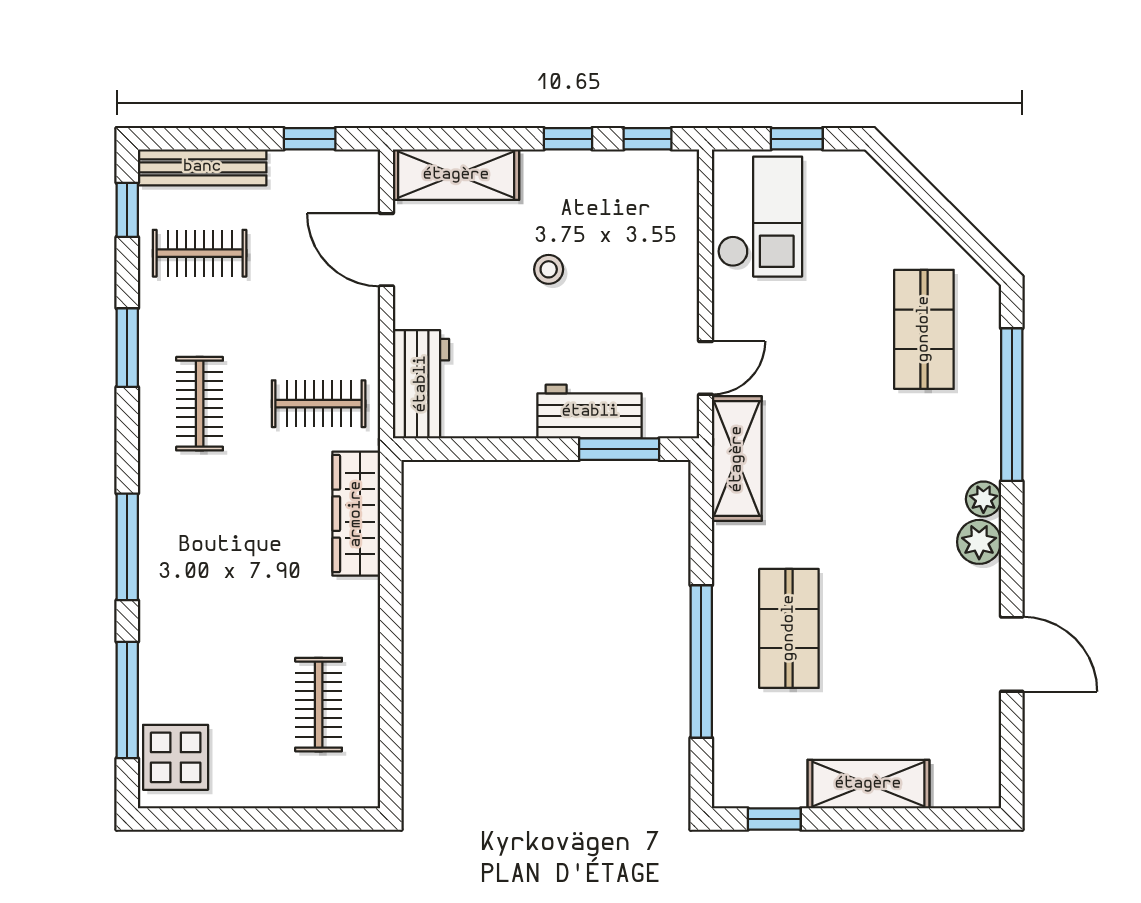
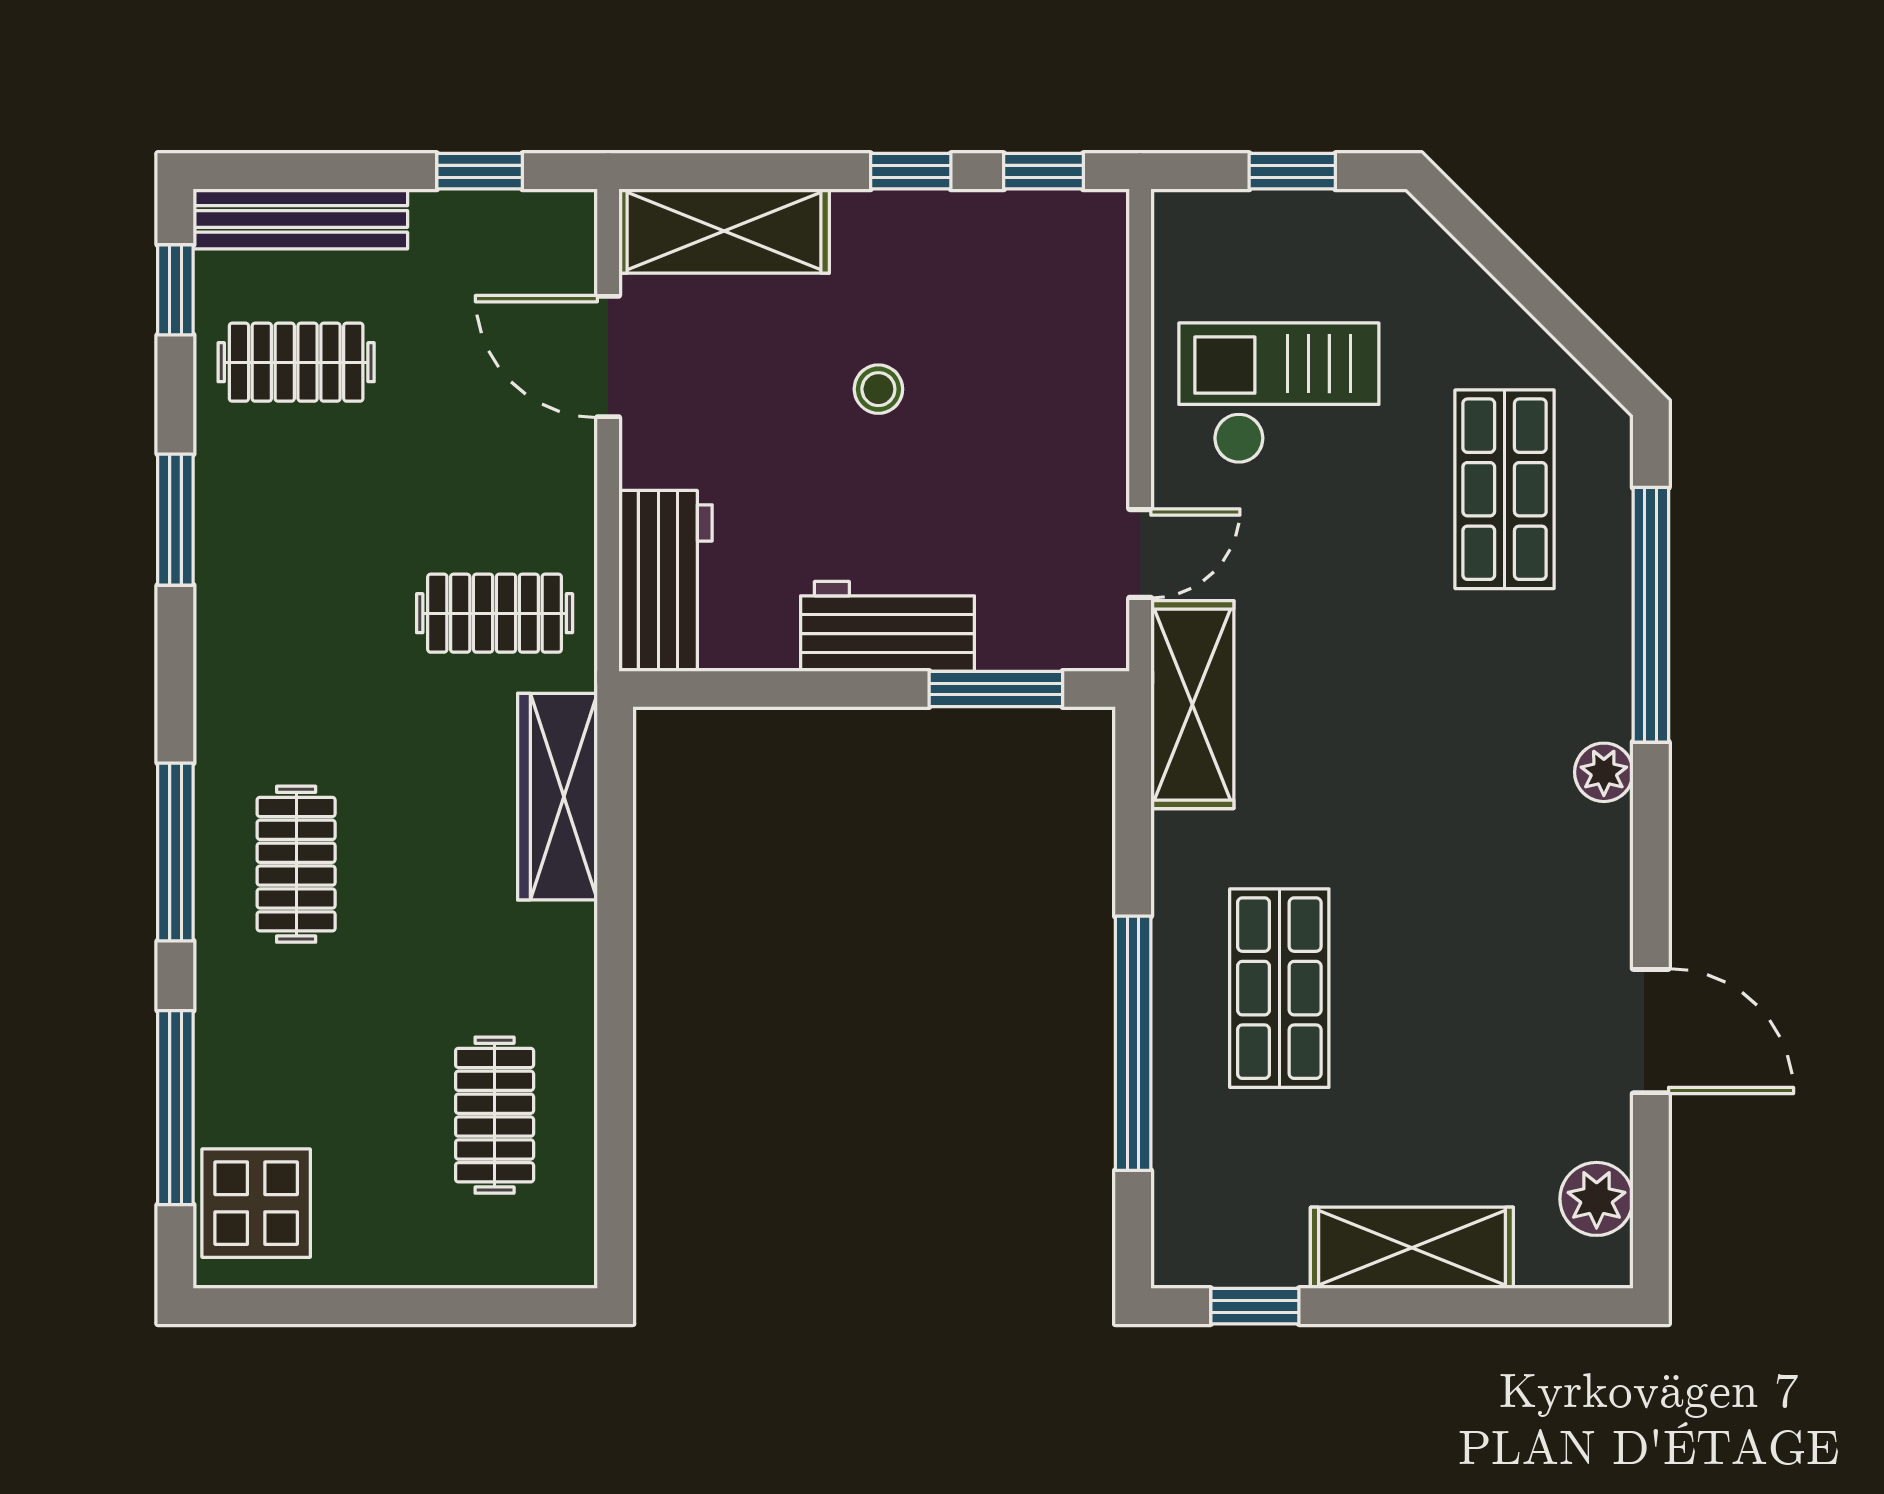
checkout: (760, 217) -> (1279, 393), moved, turned -90
clothes rail: (200, 404) -> (296, 864), moved
workbench: (590, 412) -> (888, 626), moved
plant: (979, 542) -> (1597, 1199), moved

